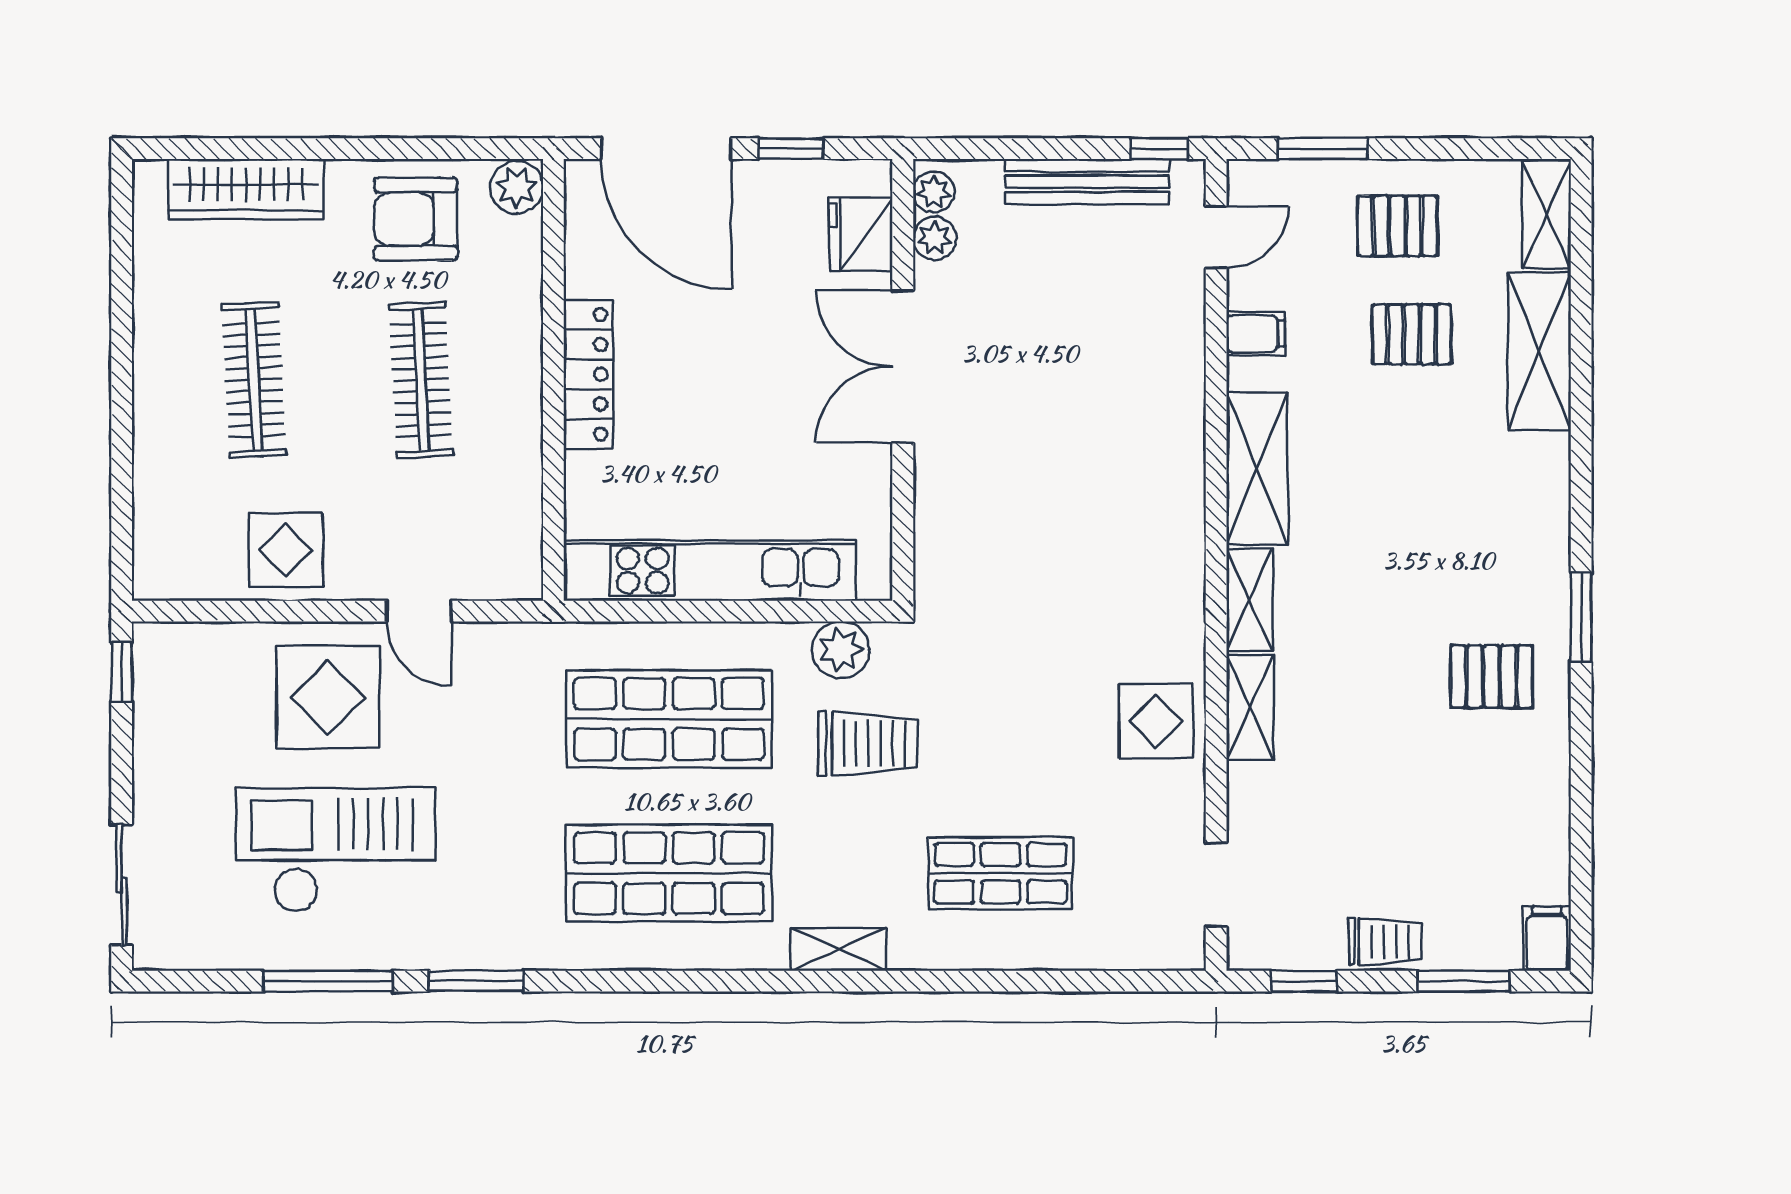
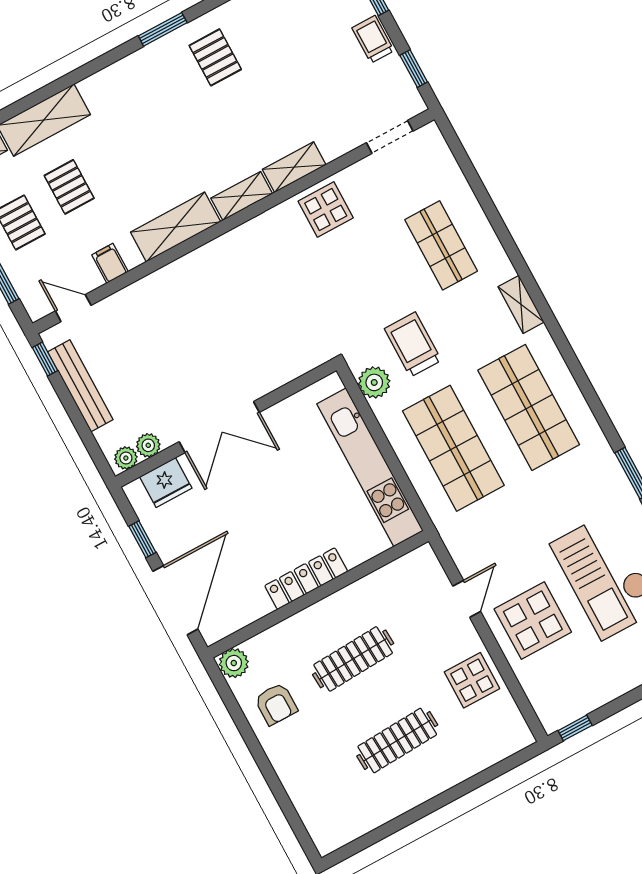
wardrobe: (246, 189) -> (306, 795), removed
armchair: (416, 219) -> (276, 704), width x0.72, depth x0.72

